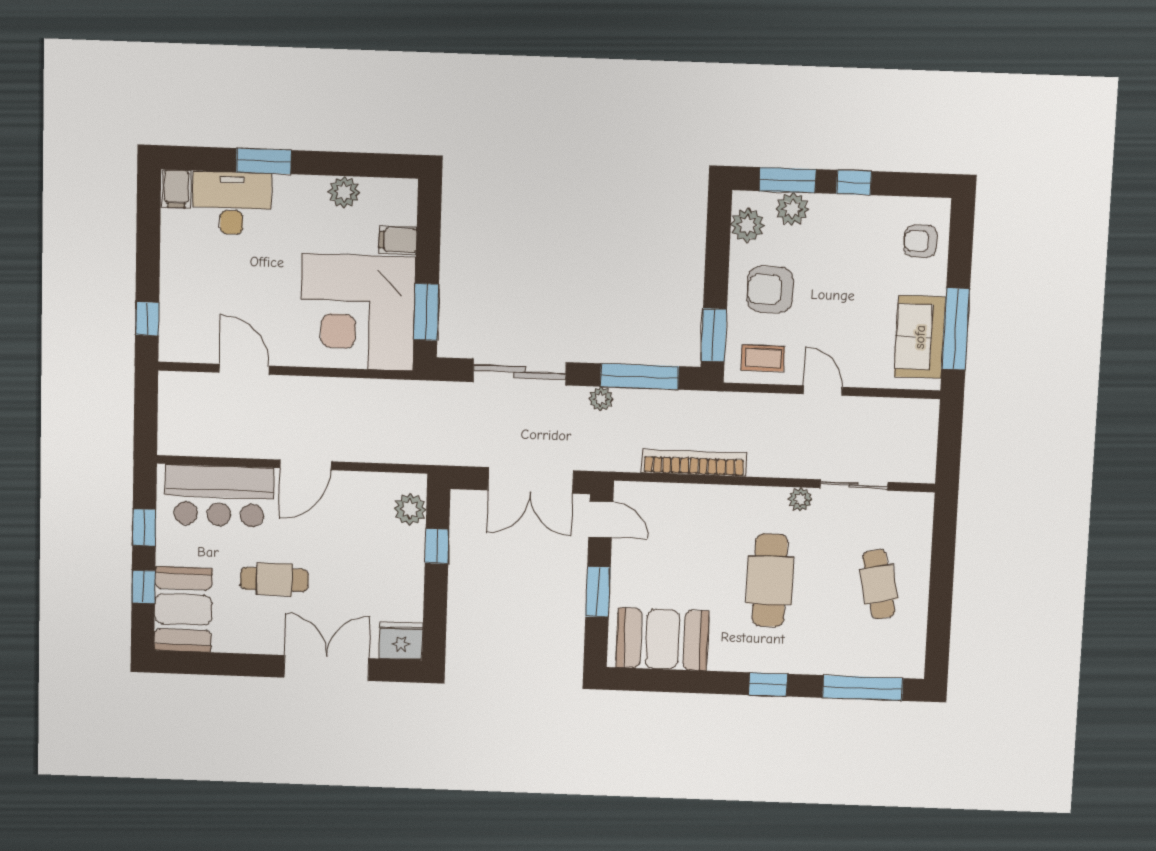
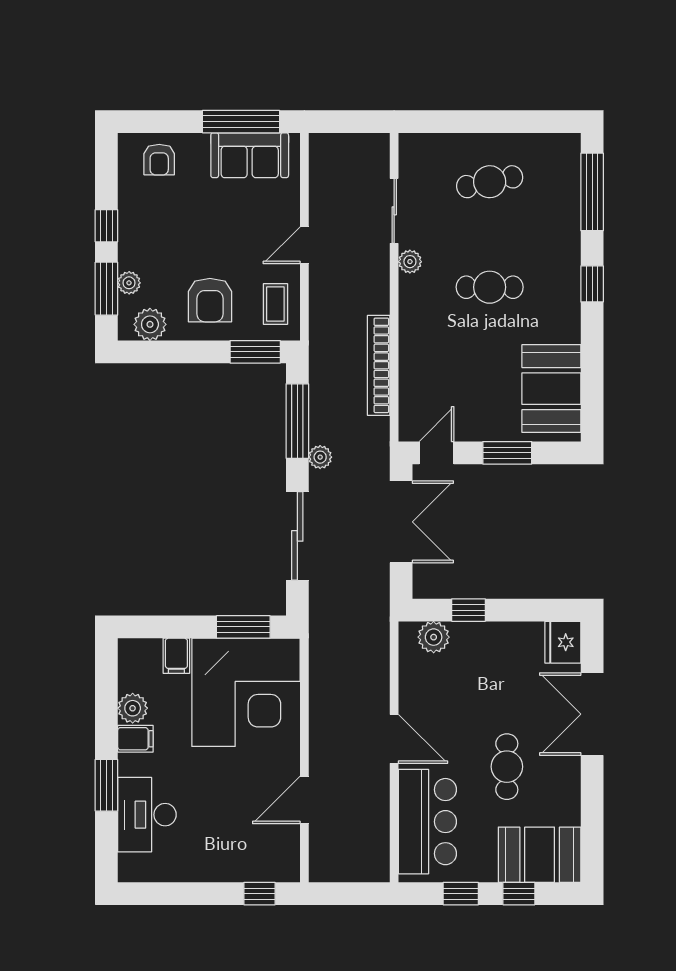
filing cabinet: (176, 189) -> (135, 739), moved
plant: (792, 209) -> (129, 283), width x0.73, depth x0.73
cafe table: (770, 580) -> (490, 287), width x0.73, depth x0.74

